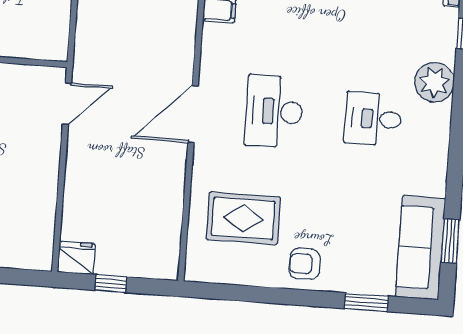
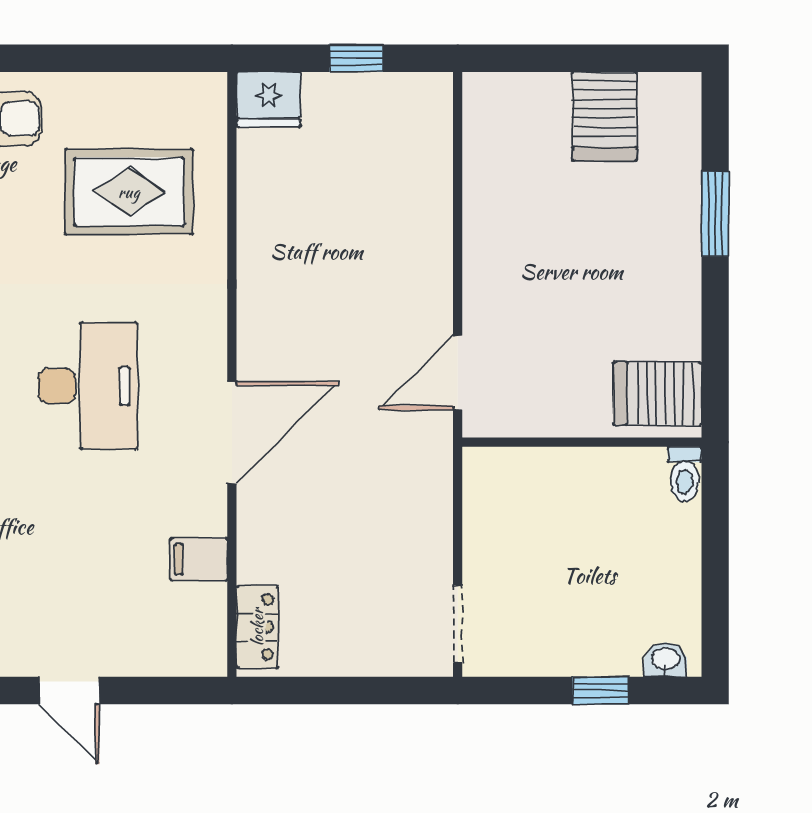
door: (193, 114) -> (232, 433), moved
fridge: (76, 258) -> (268, 99), moved

